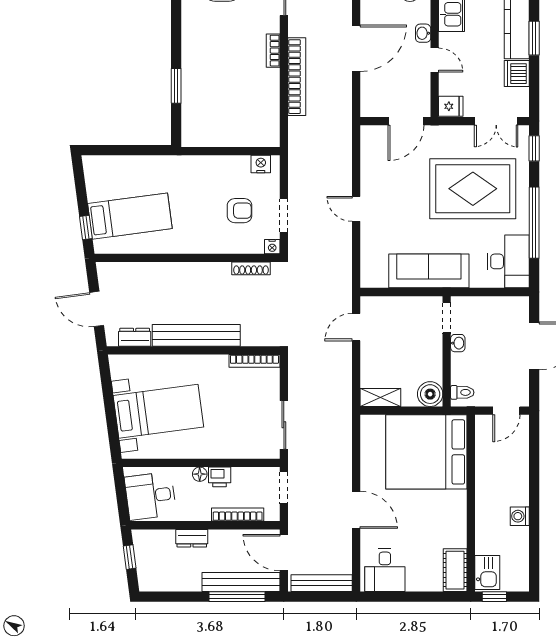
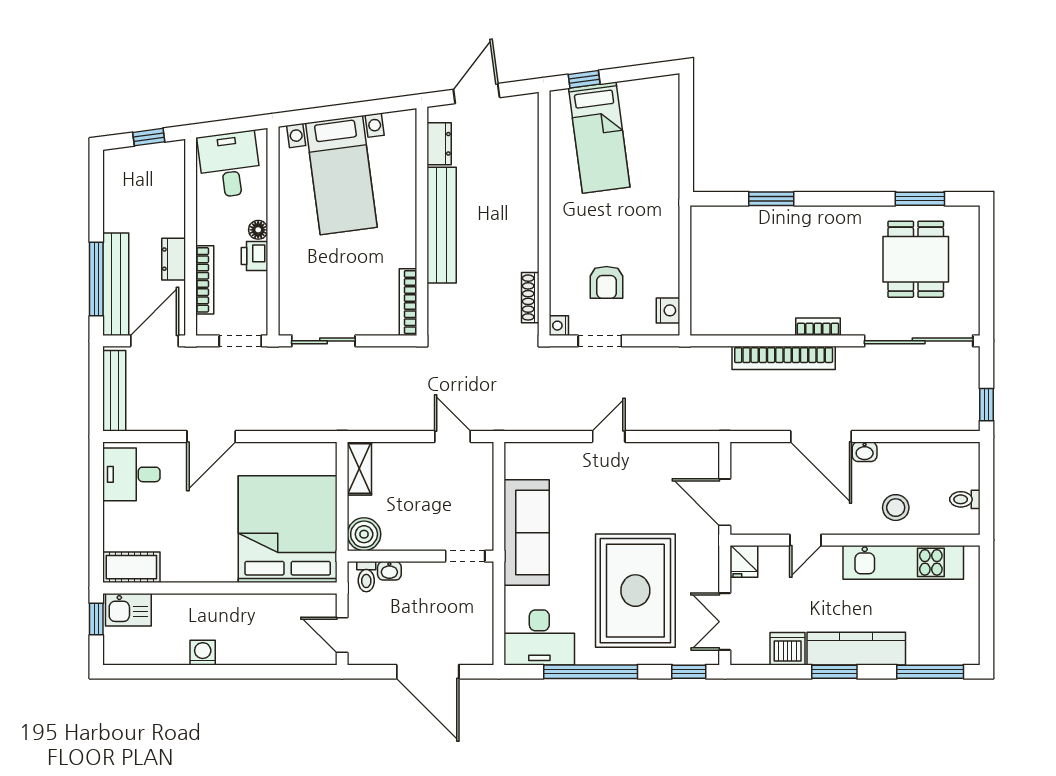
washbasin: (423, 33) -> (865, 452), moved, turned 180
washbasin: (458, 343) -> (389, 571), moved
dresser: (192, 538) -> (174, 259), moved

